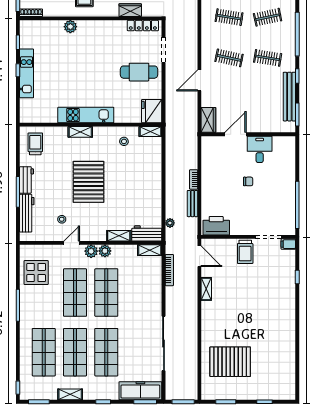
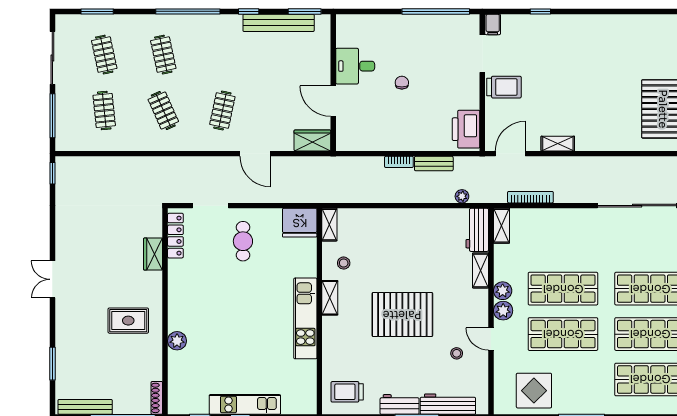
clothes rail: (229, 17) -> (163, 111), turned -33
clothes rail: (268, 58) -> (222, 55), removed
cafe table: (139, 72) -> (243, 241), width x0.73, depth x0.74
shelving: (80, 132) -> (330, 298), moved

